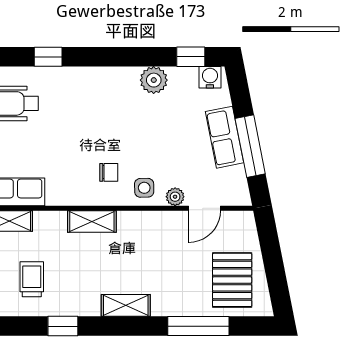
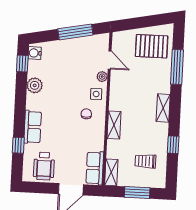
row of seats: (224, 137) -> (33, 127), moved, turned -79

